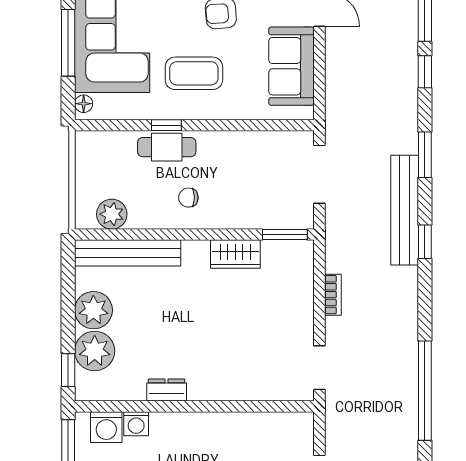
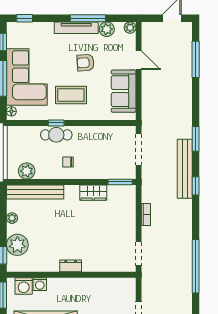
window: (425, 72) -> (196, 94), removed
plant: (93, 310) -> (12, 218), width x0.53, depth x0.53
dresser: (167, 390) -> (71, 266), moved

